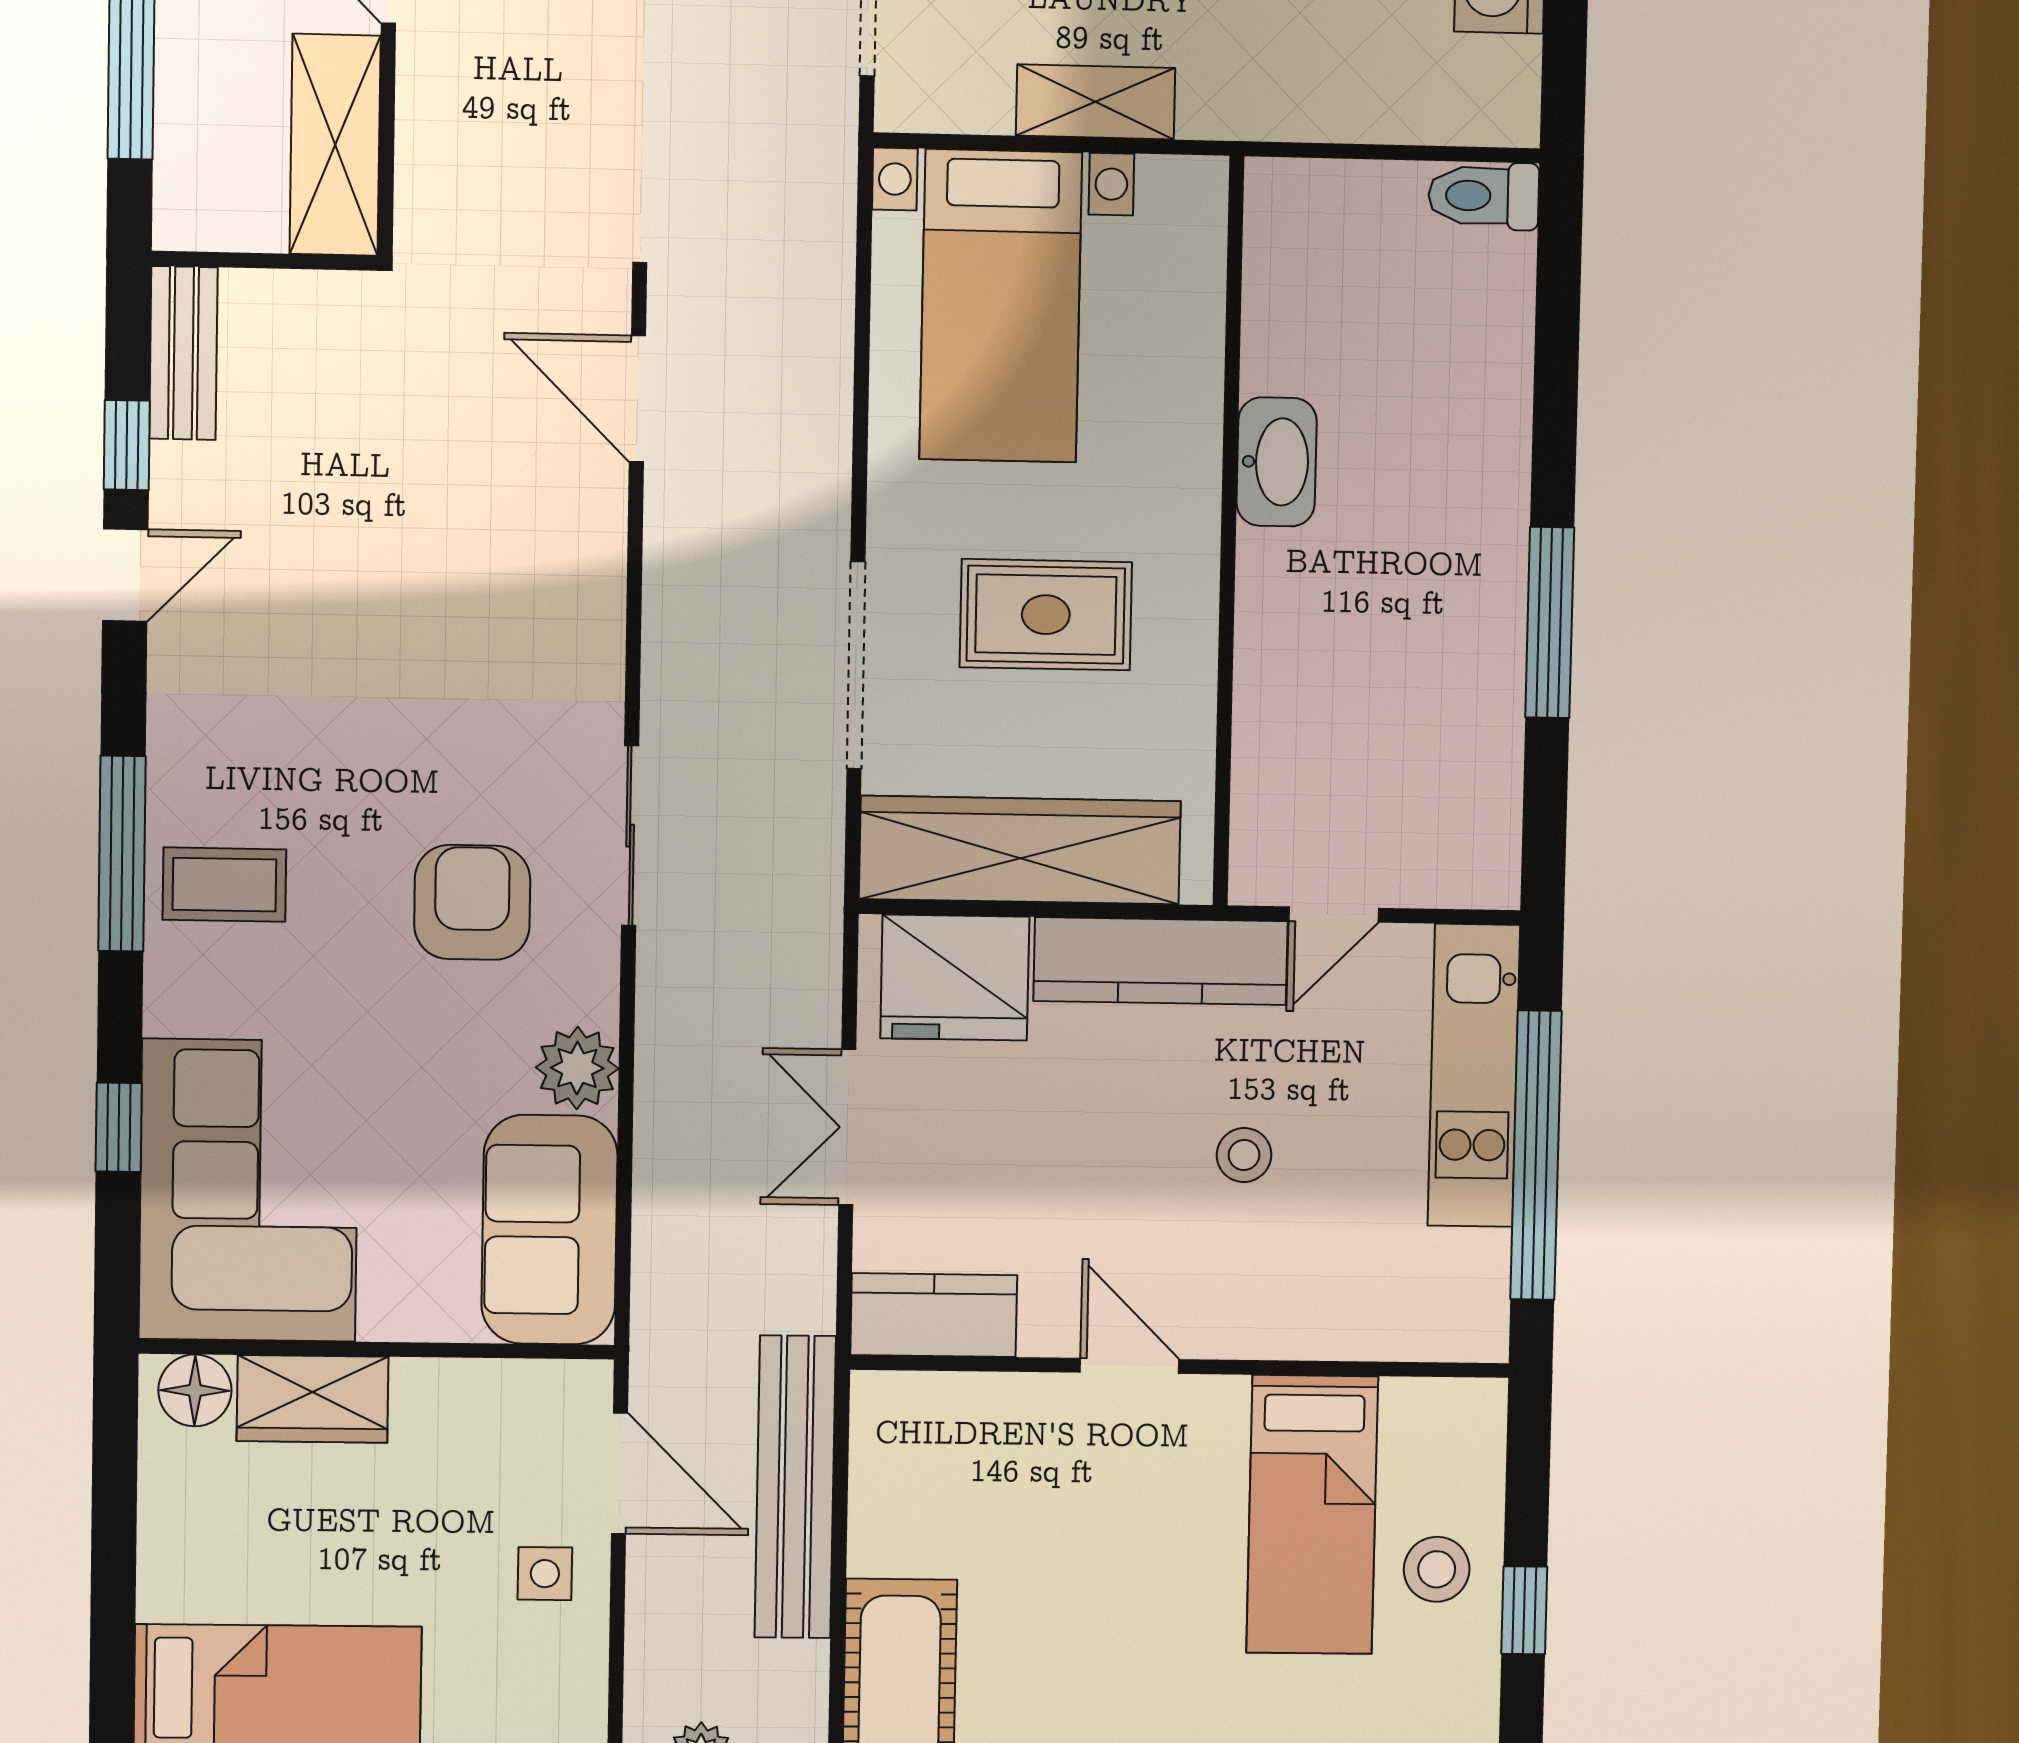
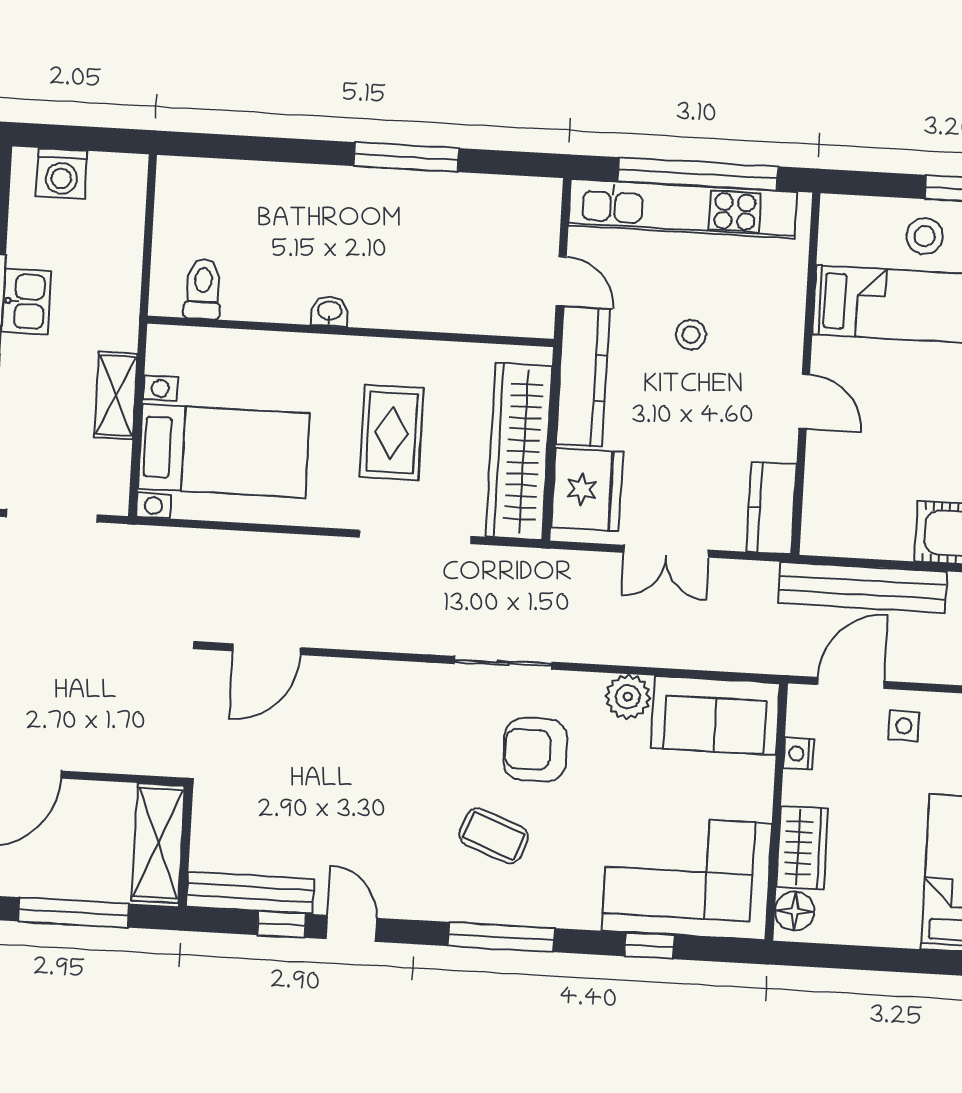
shelving: (335, 145) -> (158, 843), moved, turned 90
toilet: (1484, 196) -> (203, 289), moved, turned 180
bench: (183, 353) -> (250, 893), width x1.36
washbasin: (1277, 462) -> (330, 311), width x0.52, depth x0.69
coffee table: (224, 885) -> (494, 836), moved, turned -69
kitchen unit: (1474, 1075) -> (683, 209), width x1.36
door: (1130, 1366) -> (804, 402), swing flipped
nightstand: (485, 1385) -> (799, 754), added

